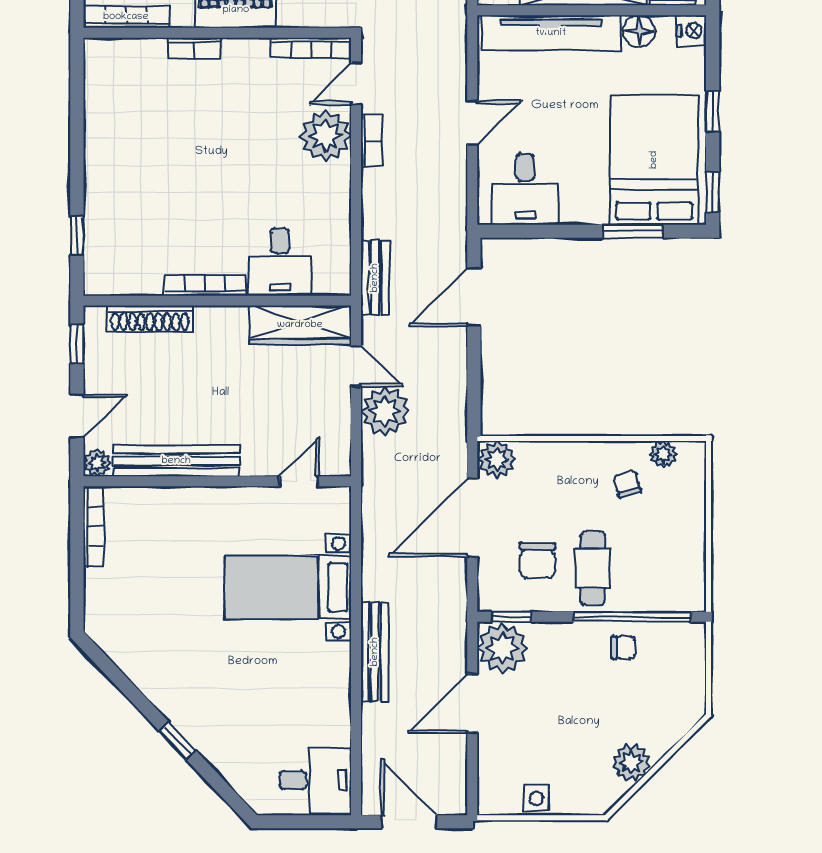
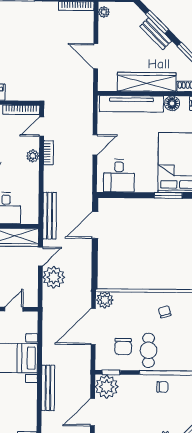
plant: (326, 136) -> (33, 156), width x0.53, depth x0.53
bench: (375, 278) -> (50, 216), width x1.36
door: (356, 366) -> (40, 257), hinge flipped
plant: (663, 454) -> (181, 298), removed

